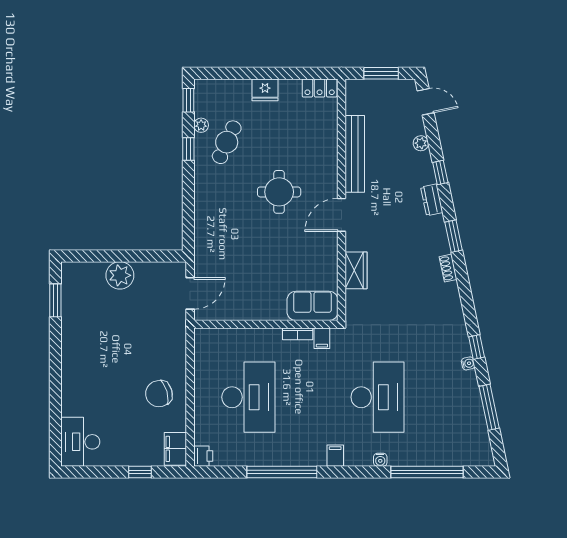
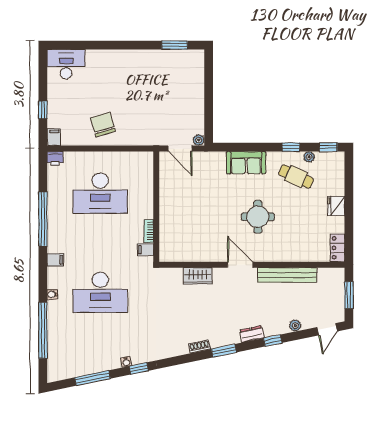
plant: (120, 275) -> (199, 140), moved, width x0.53, depth x0.53
sofa: (312, 306) -> (246, 163), moved, turned 90
filing cabinet: (175, 449) -> (54, 137), width x0.50

